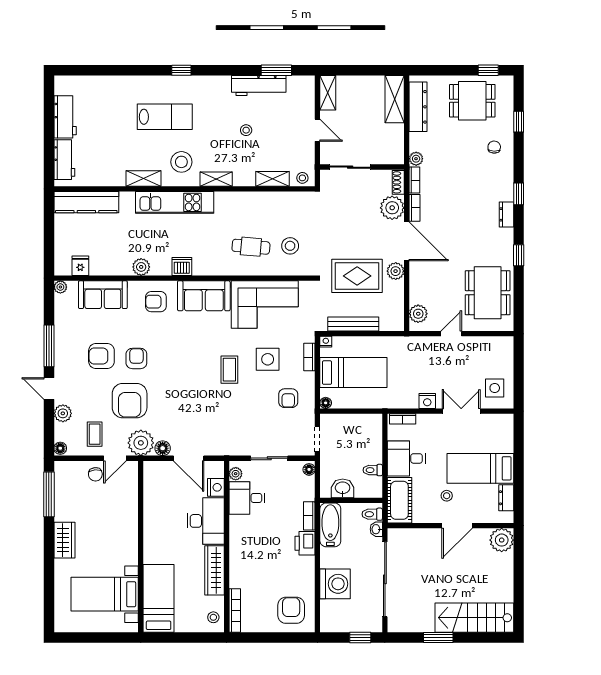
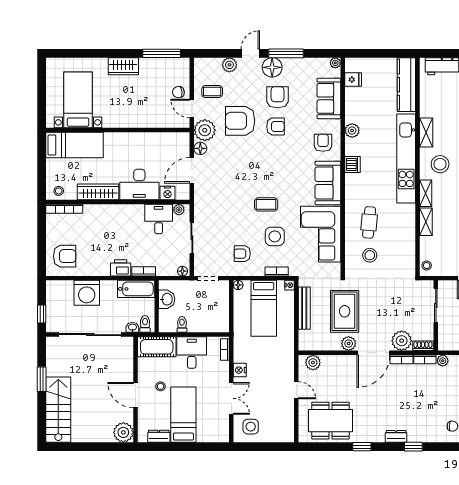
shelving: (272, 179) -> (426, 222), moved
kitchen unit: (175, 202) -> (406, 158), width x1.36
floor lamp: (60, 448) -> (272, 67), moved, width x1.89, depth x1.89

